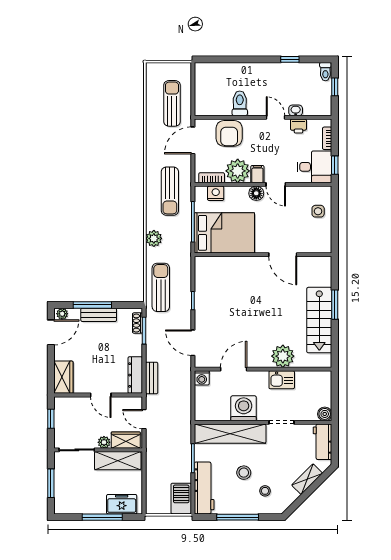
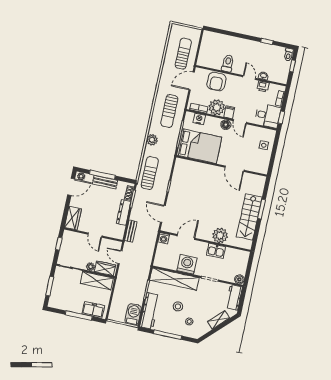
dresser: (135, 375) -> (124, 212), moved

